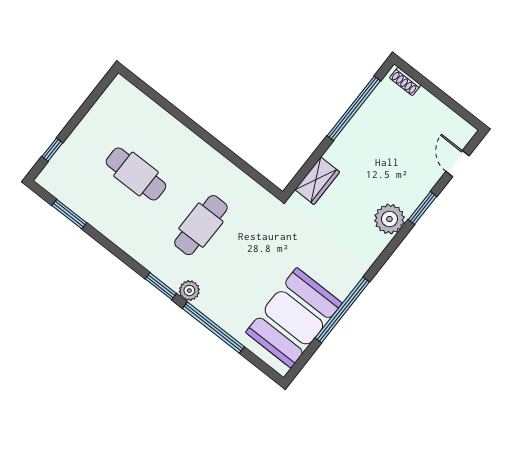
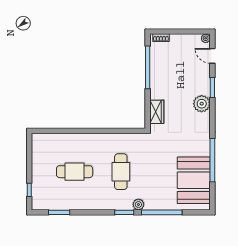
plant: (467, 132) -> (206, 38), added

